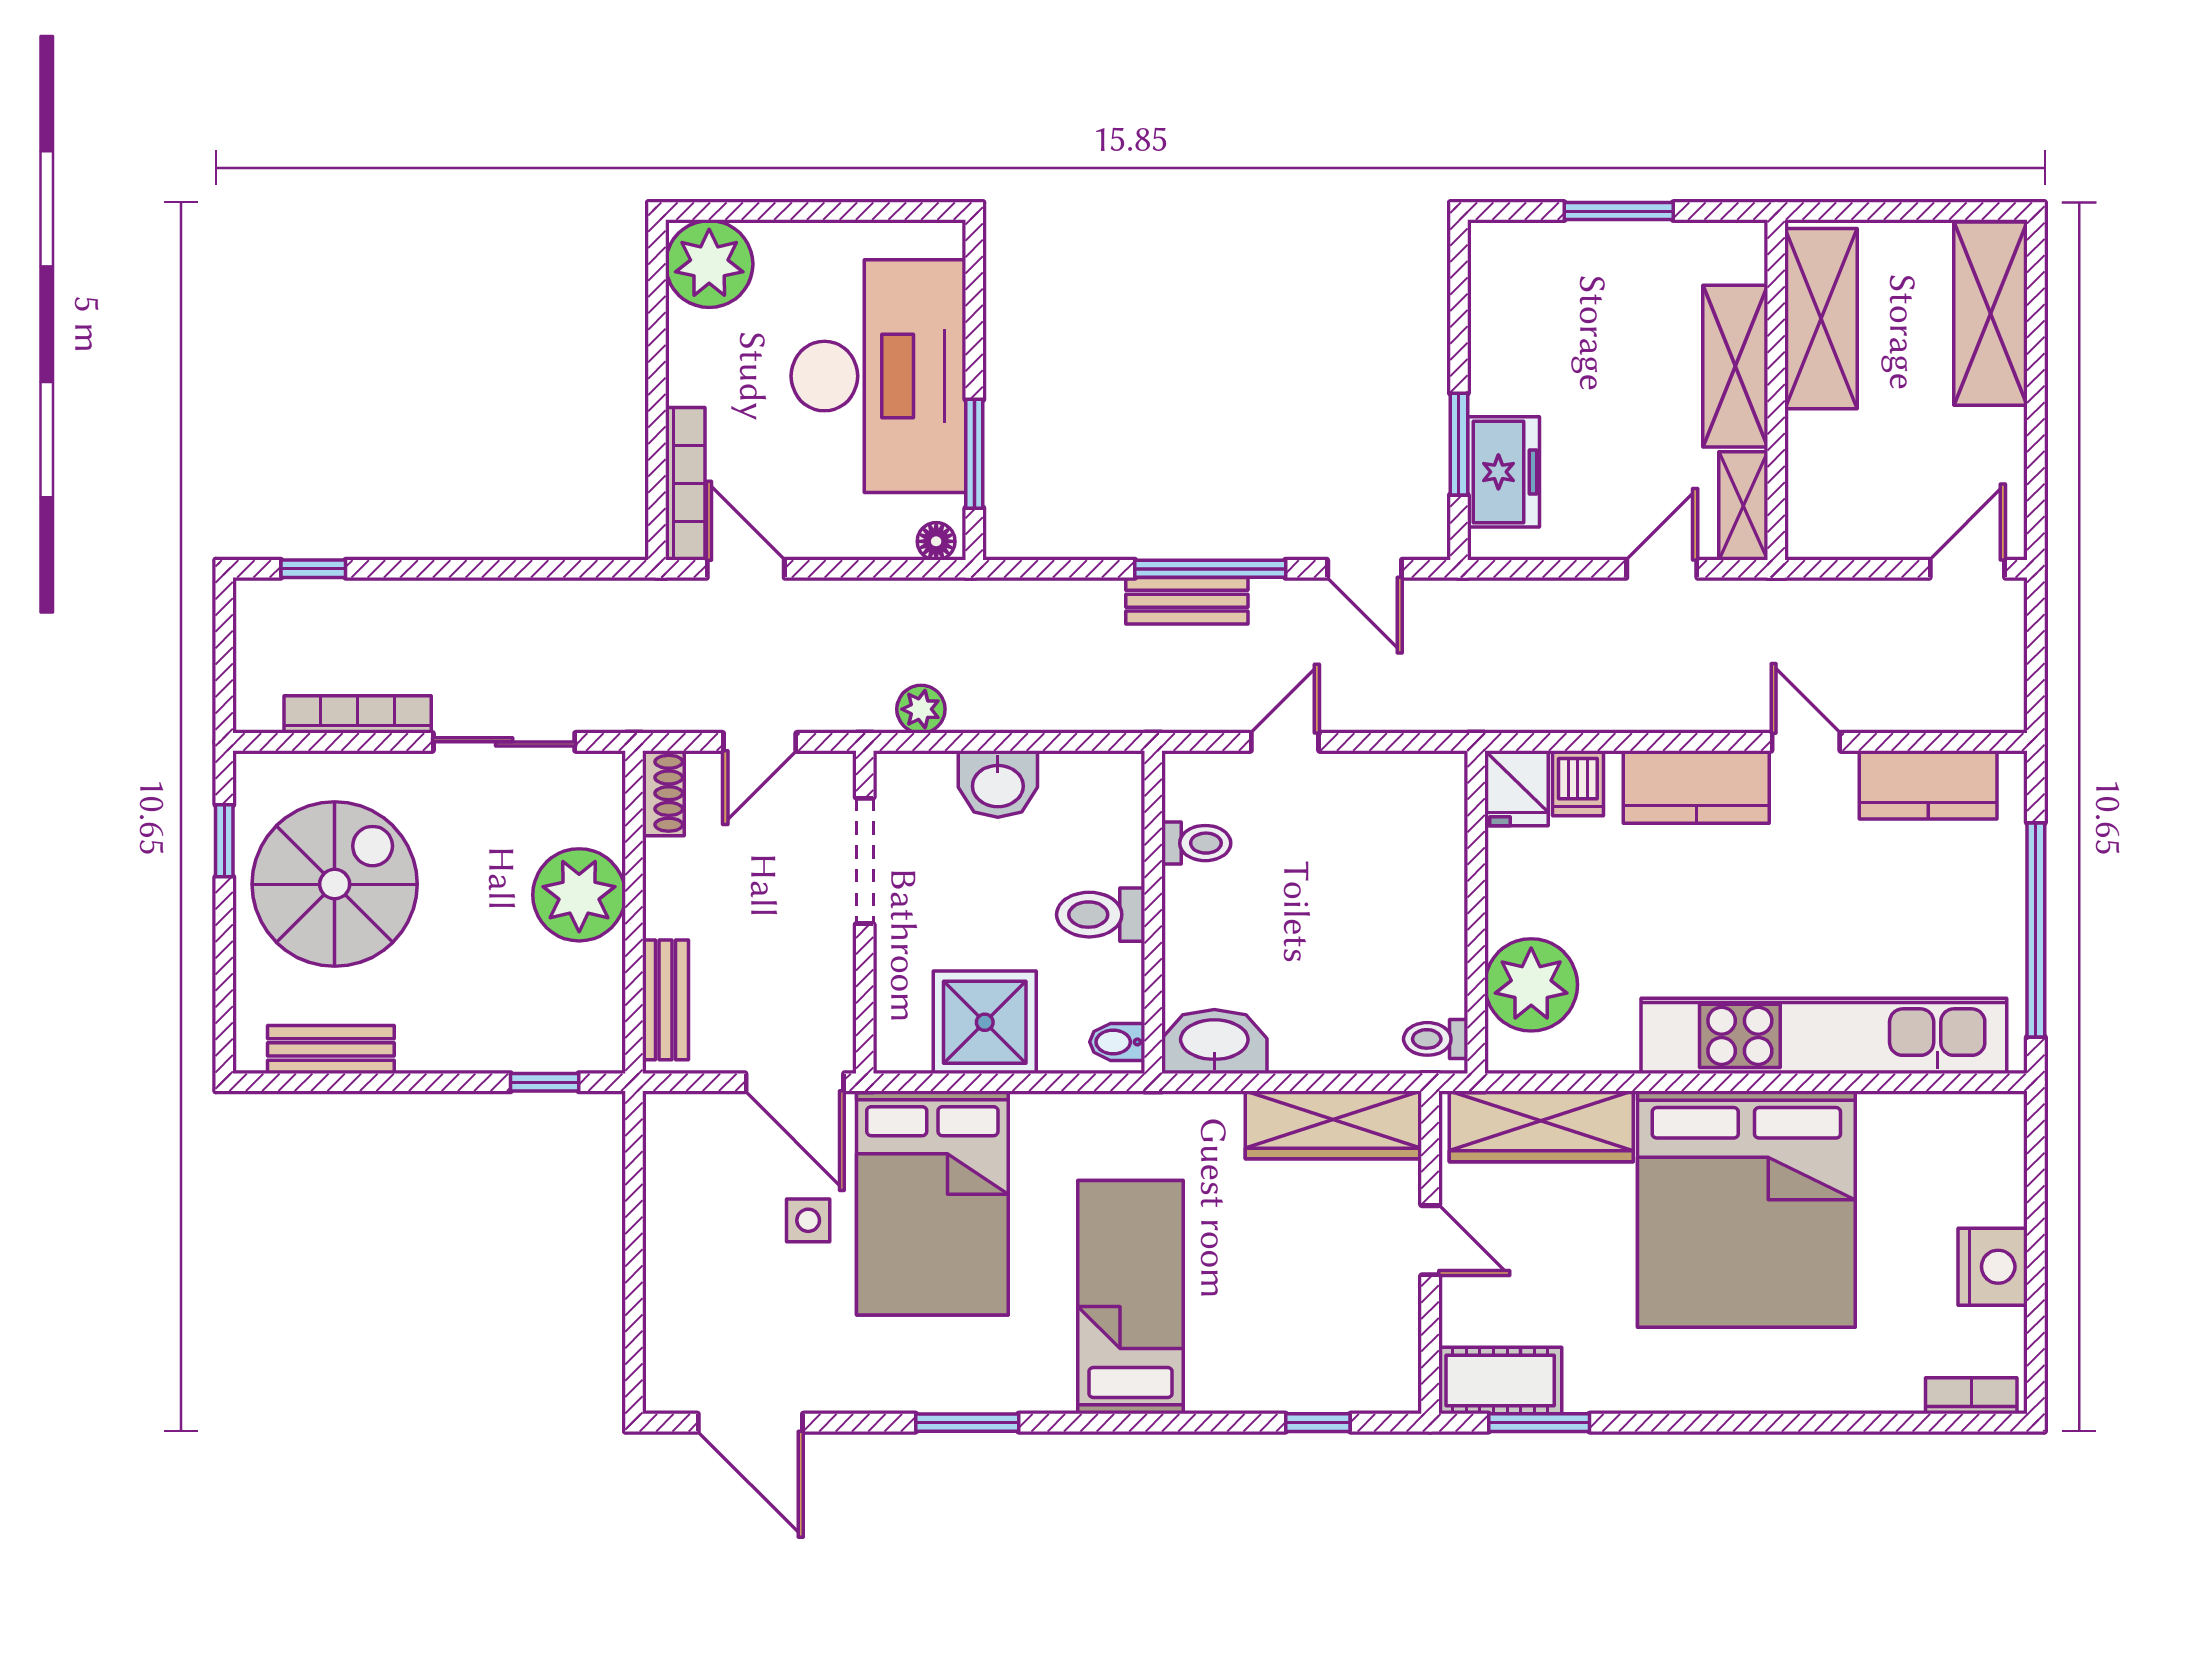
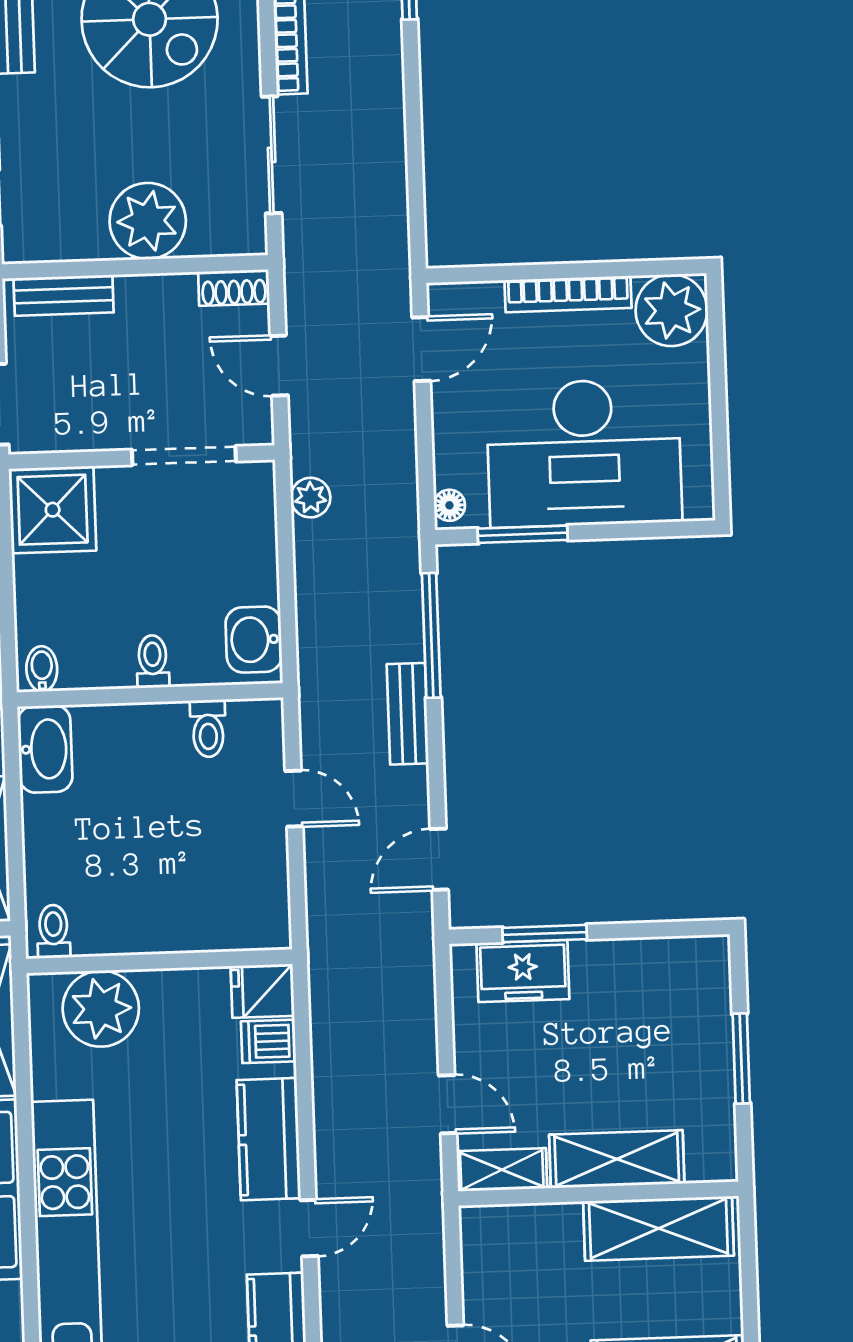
bookcase: (685, 484) -> (568, 294), moved
window: (1210, 569) -> (431, 635), moved
washbasin: (998, 784) -> (254, 640), moved
toilet: (1101, 915) -> (153, 662), width x0.73, depth x0.72
shower: (985, 1022) -> (53, 510), moved

